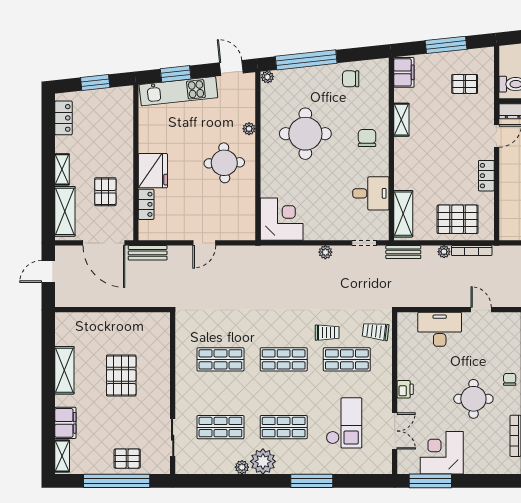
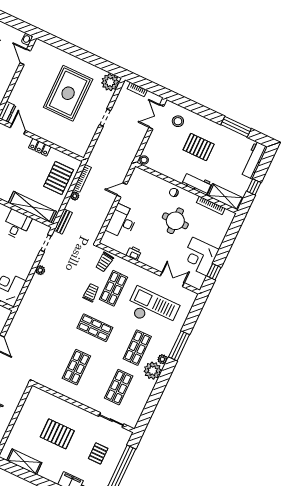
shelving: (403, 214) -> (32, 207), width x1.47
shop shelf: (284, 359) -> (95, 328), turned 90
shelving: (64, 370) -> (24, 462), moved
printer: (405, 389) -> (134, 253), moved
checkout: (344, 423) -> (152, 309), width x1.36, depth x1.21
pallet: (127, 459) -> (98, 453), moved
plant: (242, 467) -> (162, 359), moved
window: (430, 481) -> (214, 272), width x0.46

